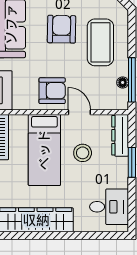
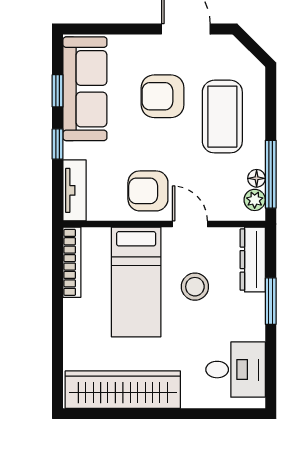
armchair: (62, 29) -> (163, 96), turned -91
armchair: (52, 91) -> (148, 191), turned 180
plant: (121, 97) -> (255, 200), added

